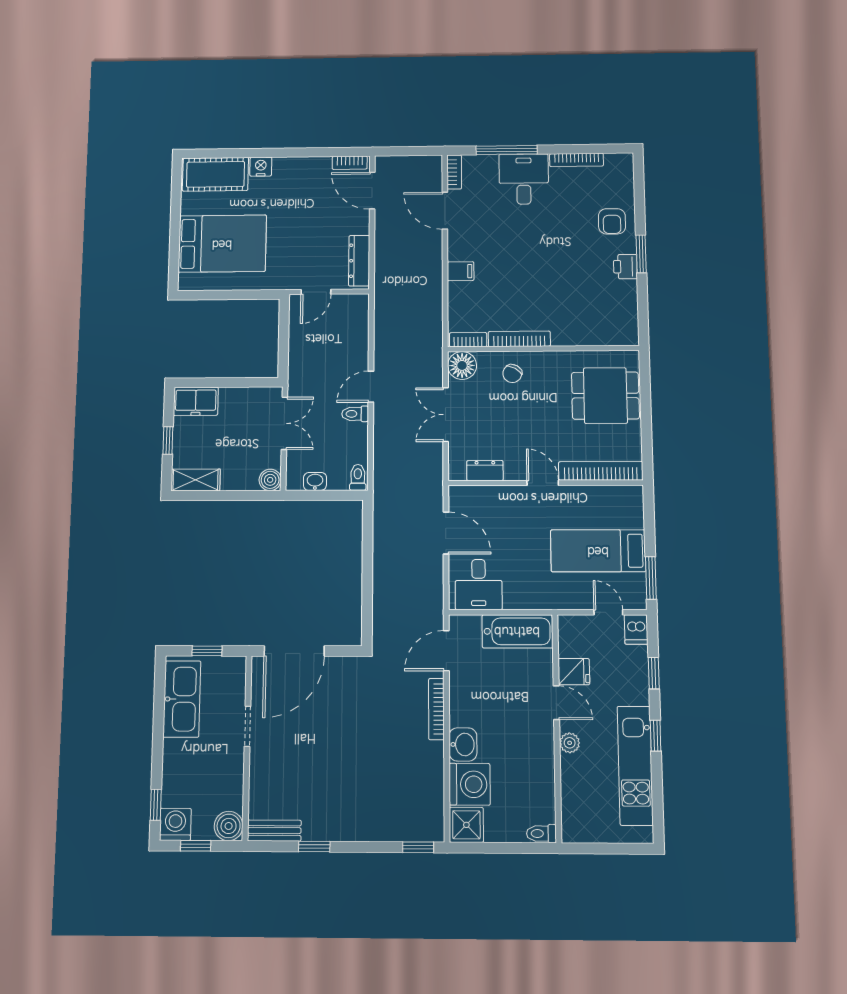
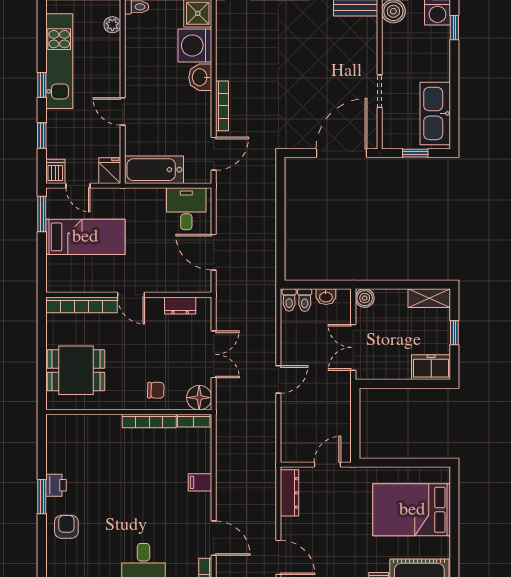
chair: (512, 374) -> (156, 390), turned 61
toilet: (355, 414) -> (305, 300), moved, turned 90
fridge: (574, 672) -> (110, 171), moved, turned 90
plant: (570, 743) -> (112, 25), moved

